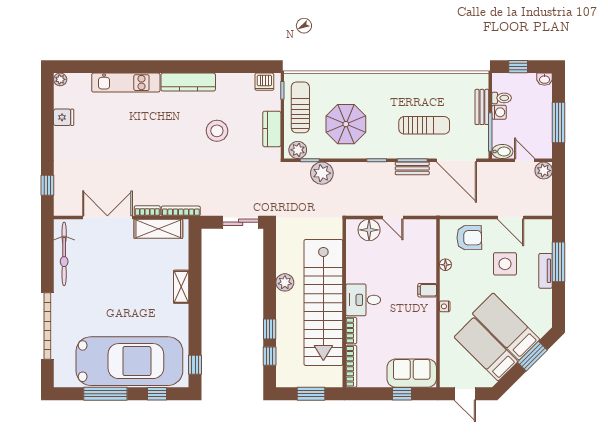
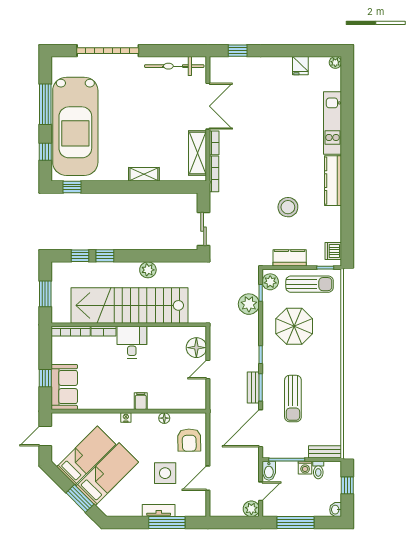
bench: (482, 107) -> (325, 452), moved

